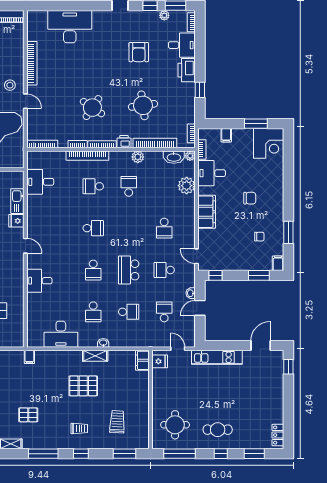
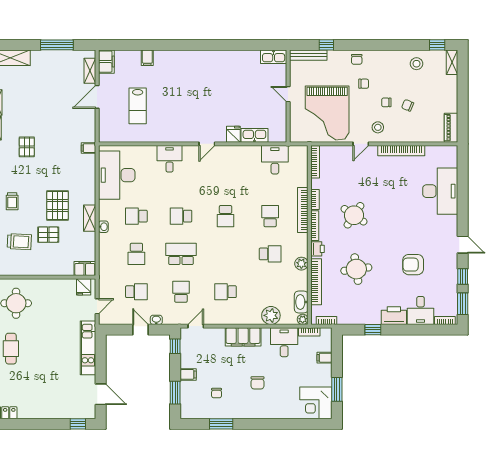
plant: (164, 15) -> (452, 292), removed
filing cabinet: (278, 263) -> (188, 374), moved
desk: (61, 334) -> (117, 175), width x1.36, depth x1.30
pallet: (111, 395) -> (48, 235), added

